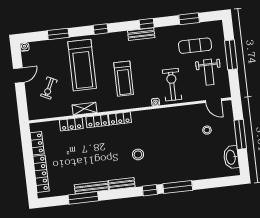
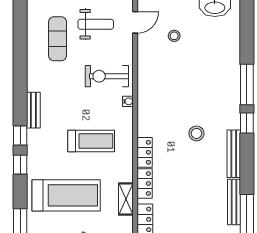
window: (189, 19) -> (20, 43), removed
window: (147, 24) -> (20, 136), moved
bench: (122, 184) -> (234, 154), width x1.36

